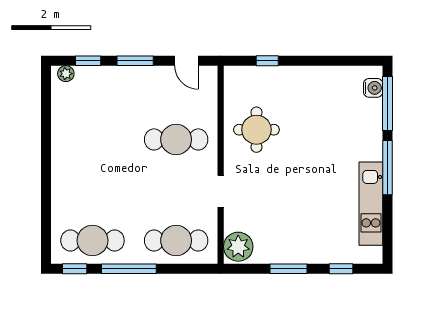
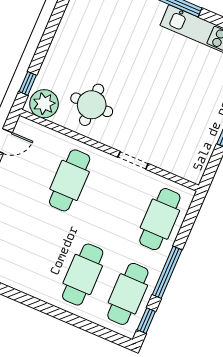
window: (267, 61) -> (28, 83), moved
cafe table: (92, 190) -> (83, 275), added
plant: (238, 247) -> (44, 104), moved

